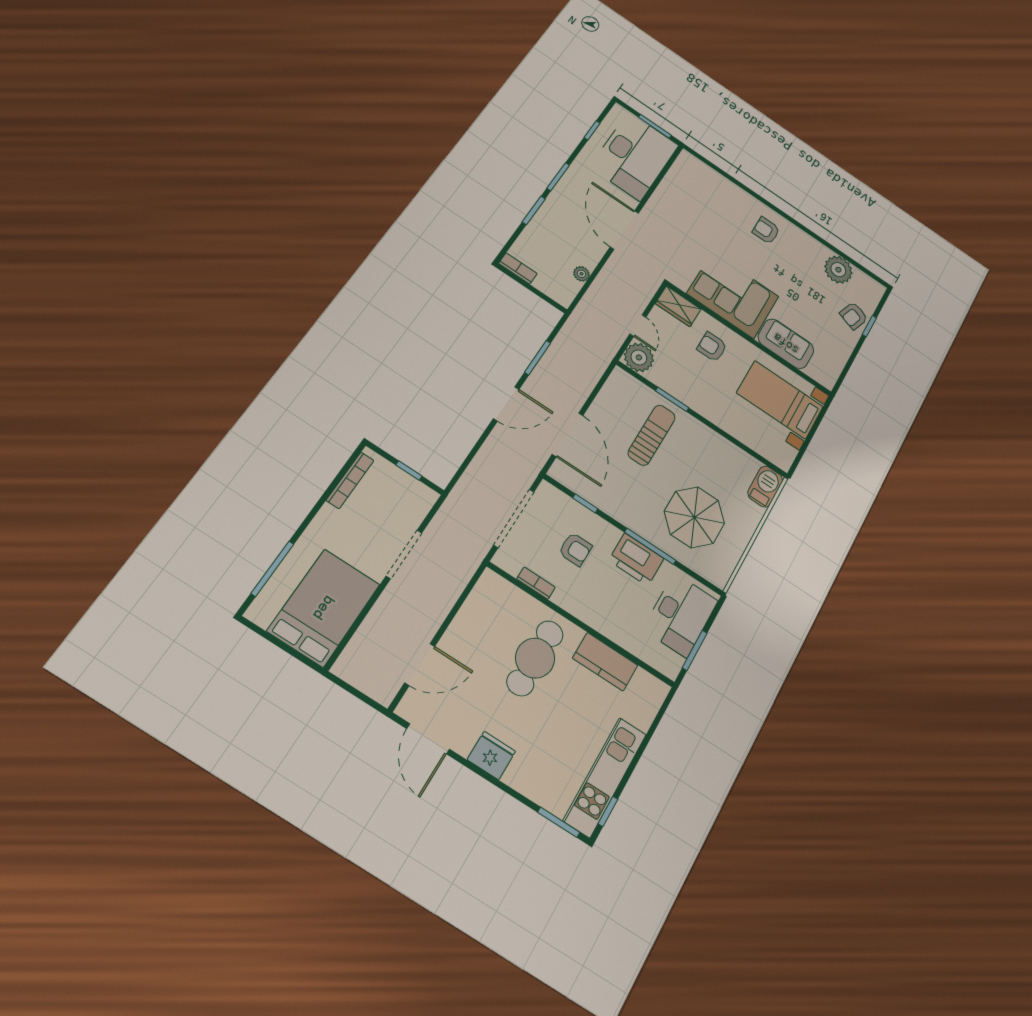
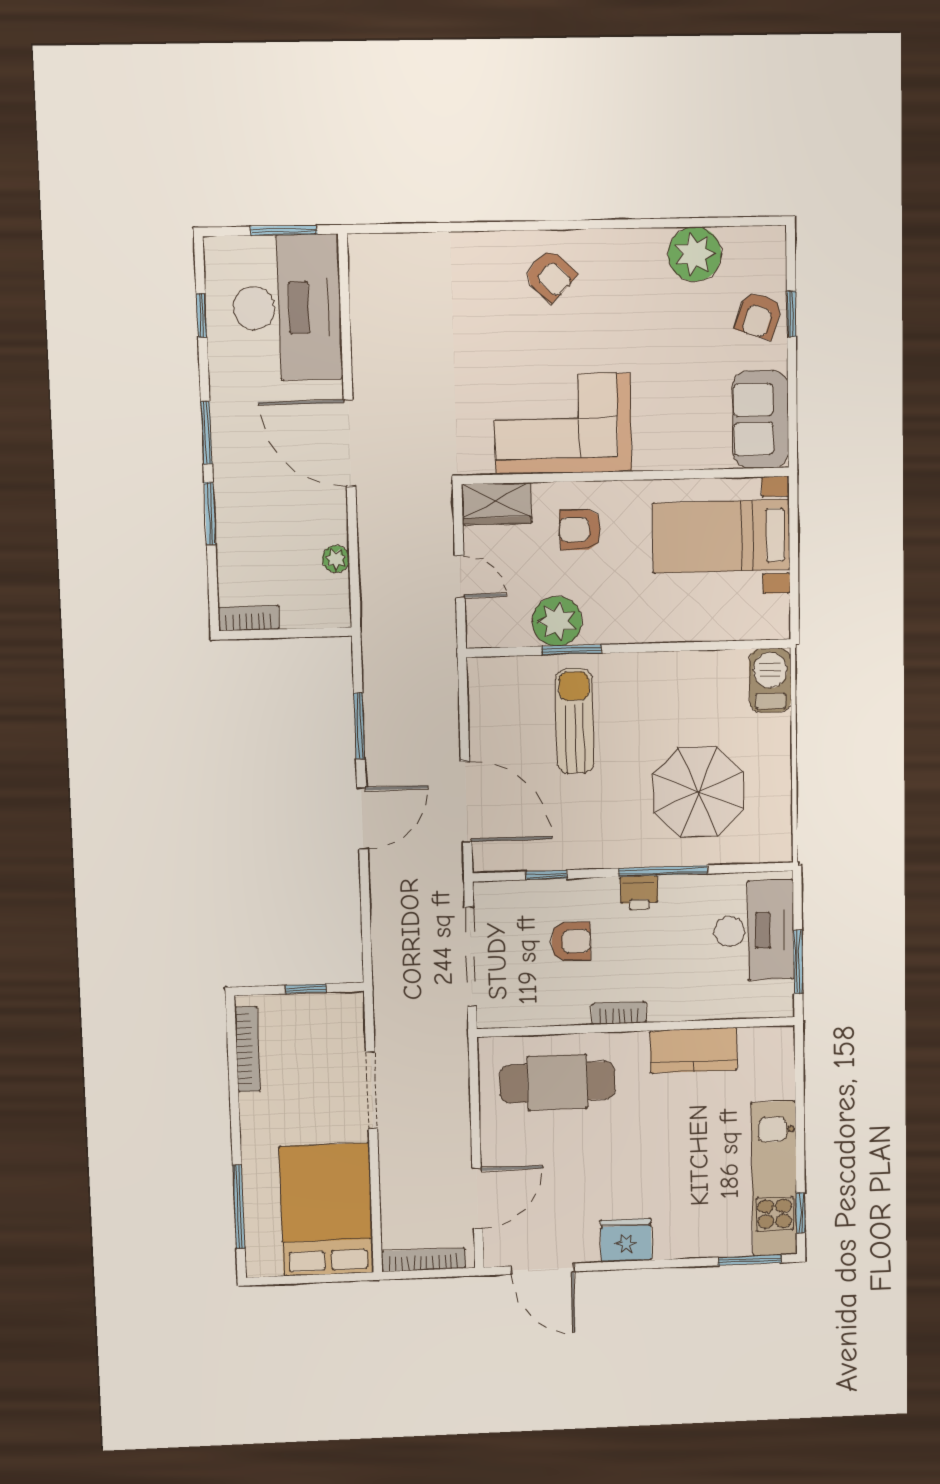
armchair: (766, 231) -> (550, 275), turned -136
sofa: (786, 344) -> (761, 419), moved, turned -90
plant: (639, 357) -> (557, 621), moved
printer: (636, 559) -> (639, 893), width x0.53, depth x0.68
bookcase: (536, 583) -> (619, 1013), moved
cafe table: (535, 658) -> (557, 1082), moved, turned 90
bookcase: (359, 681) -> (423, 1260), added

